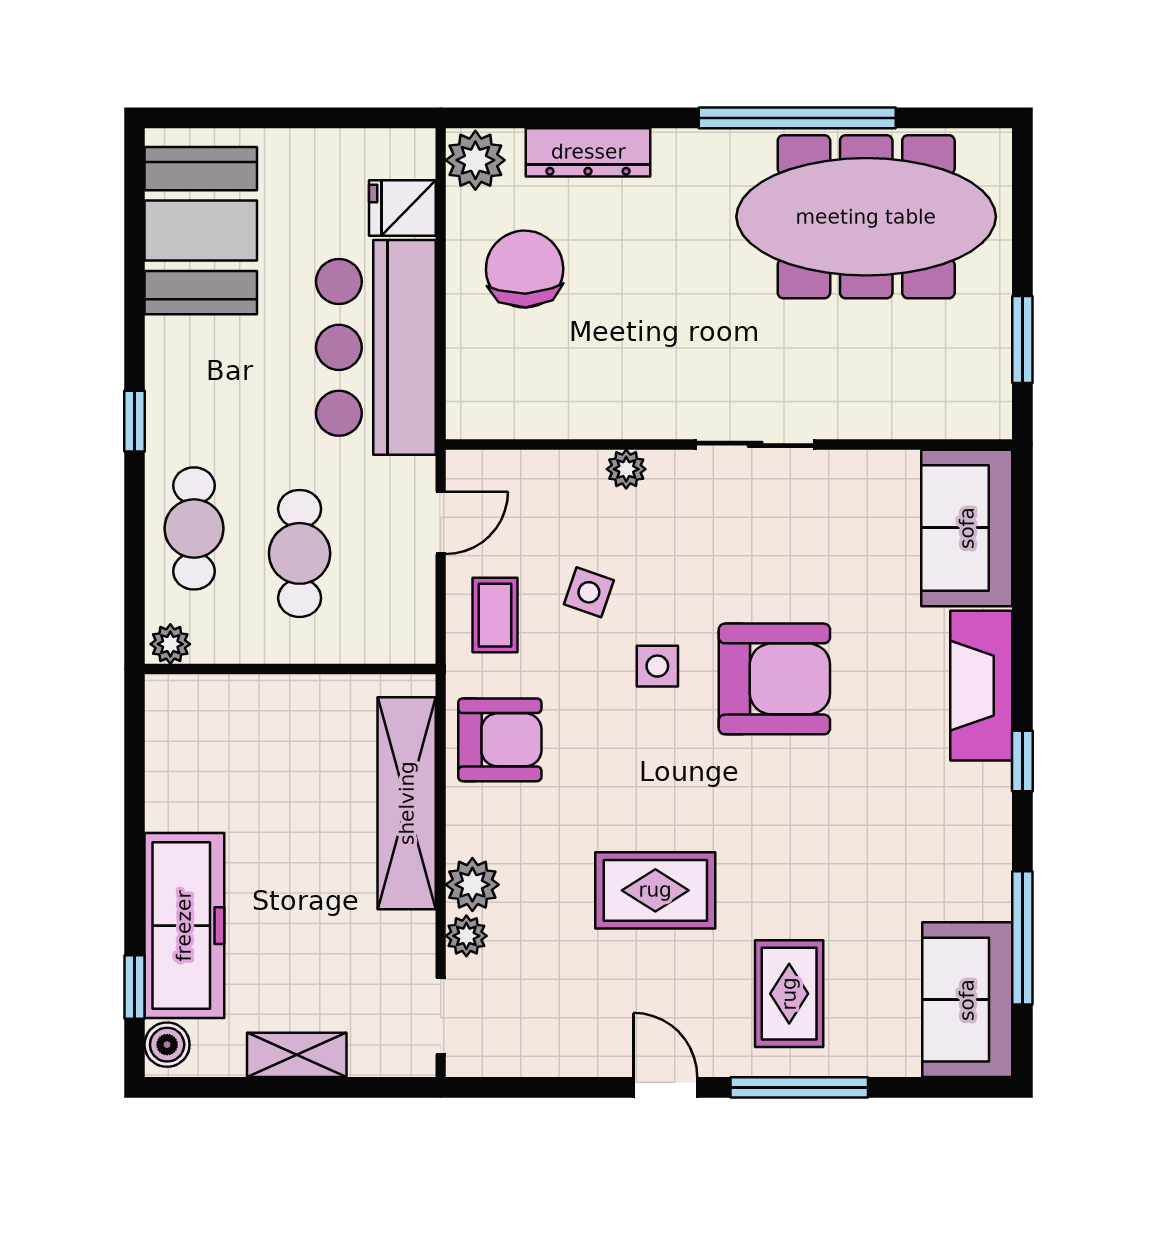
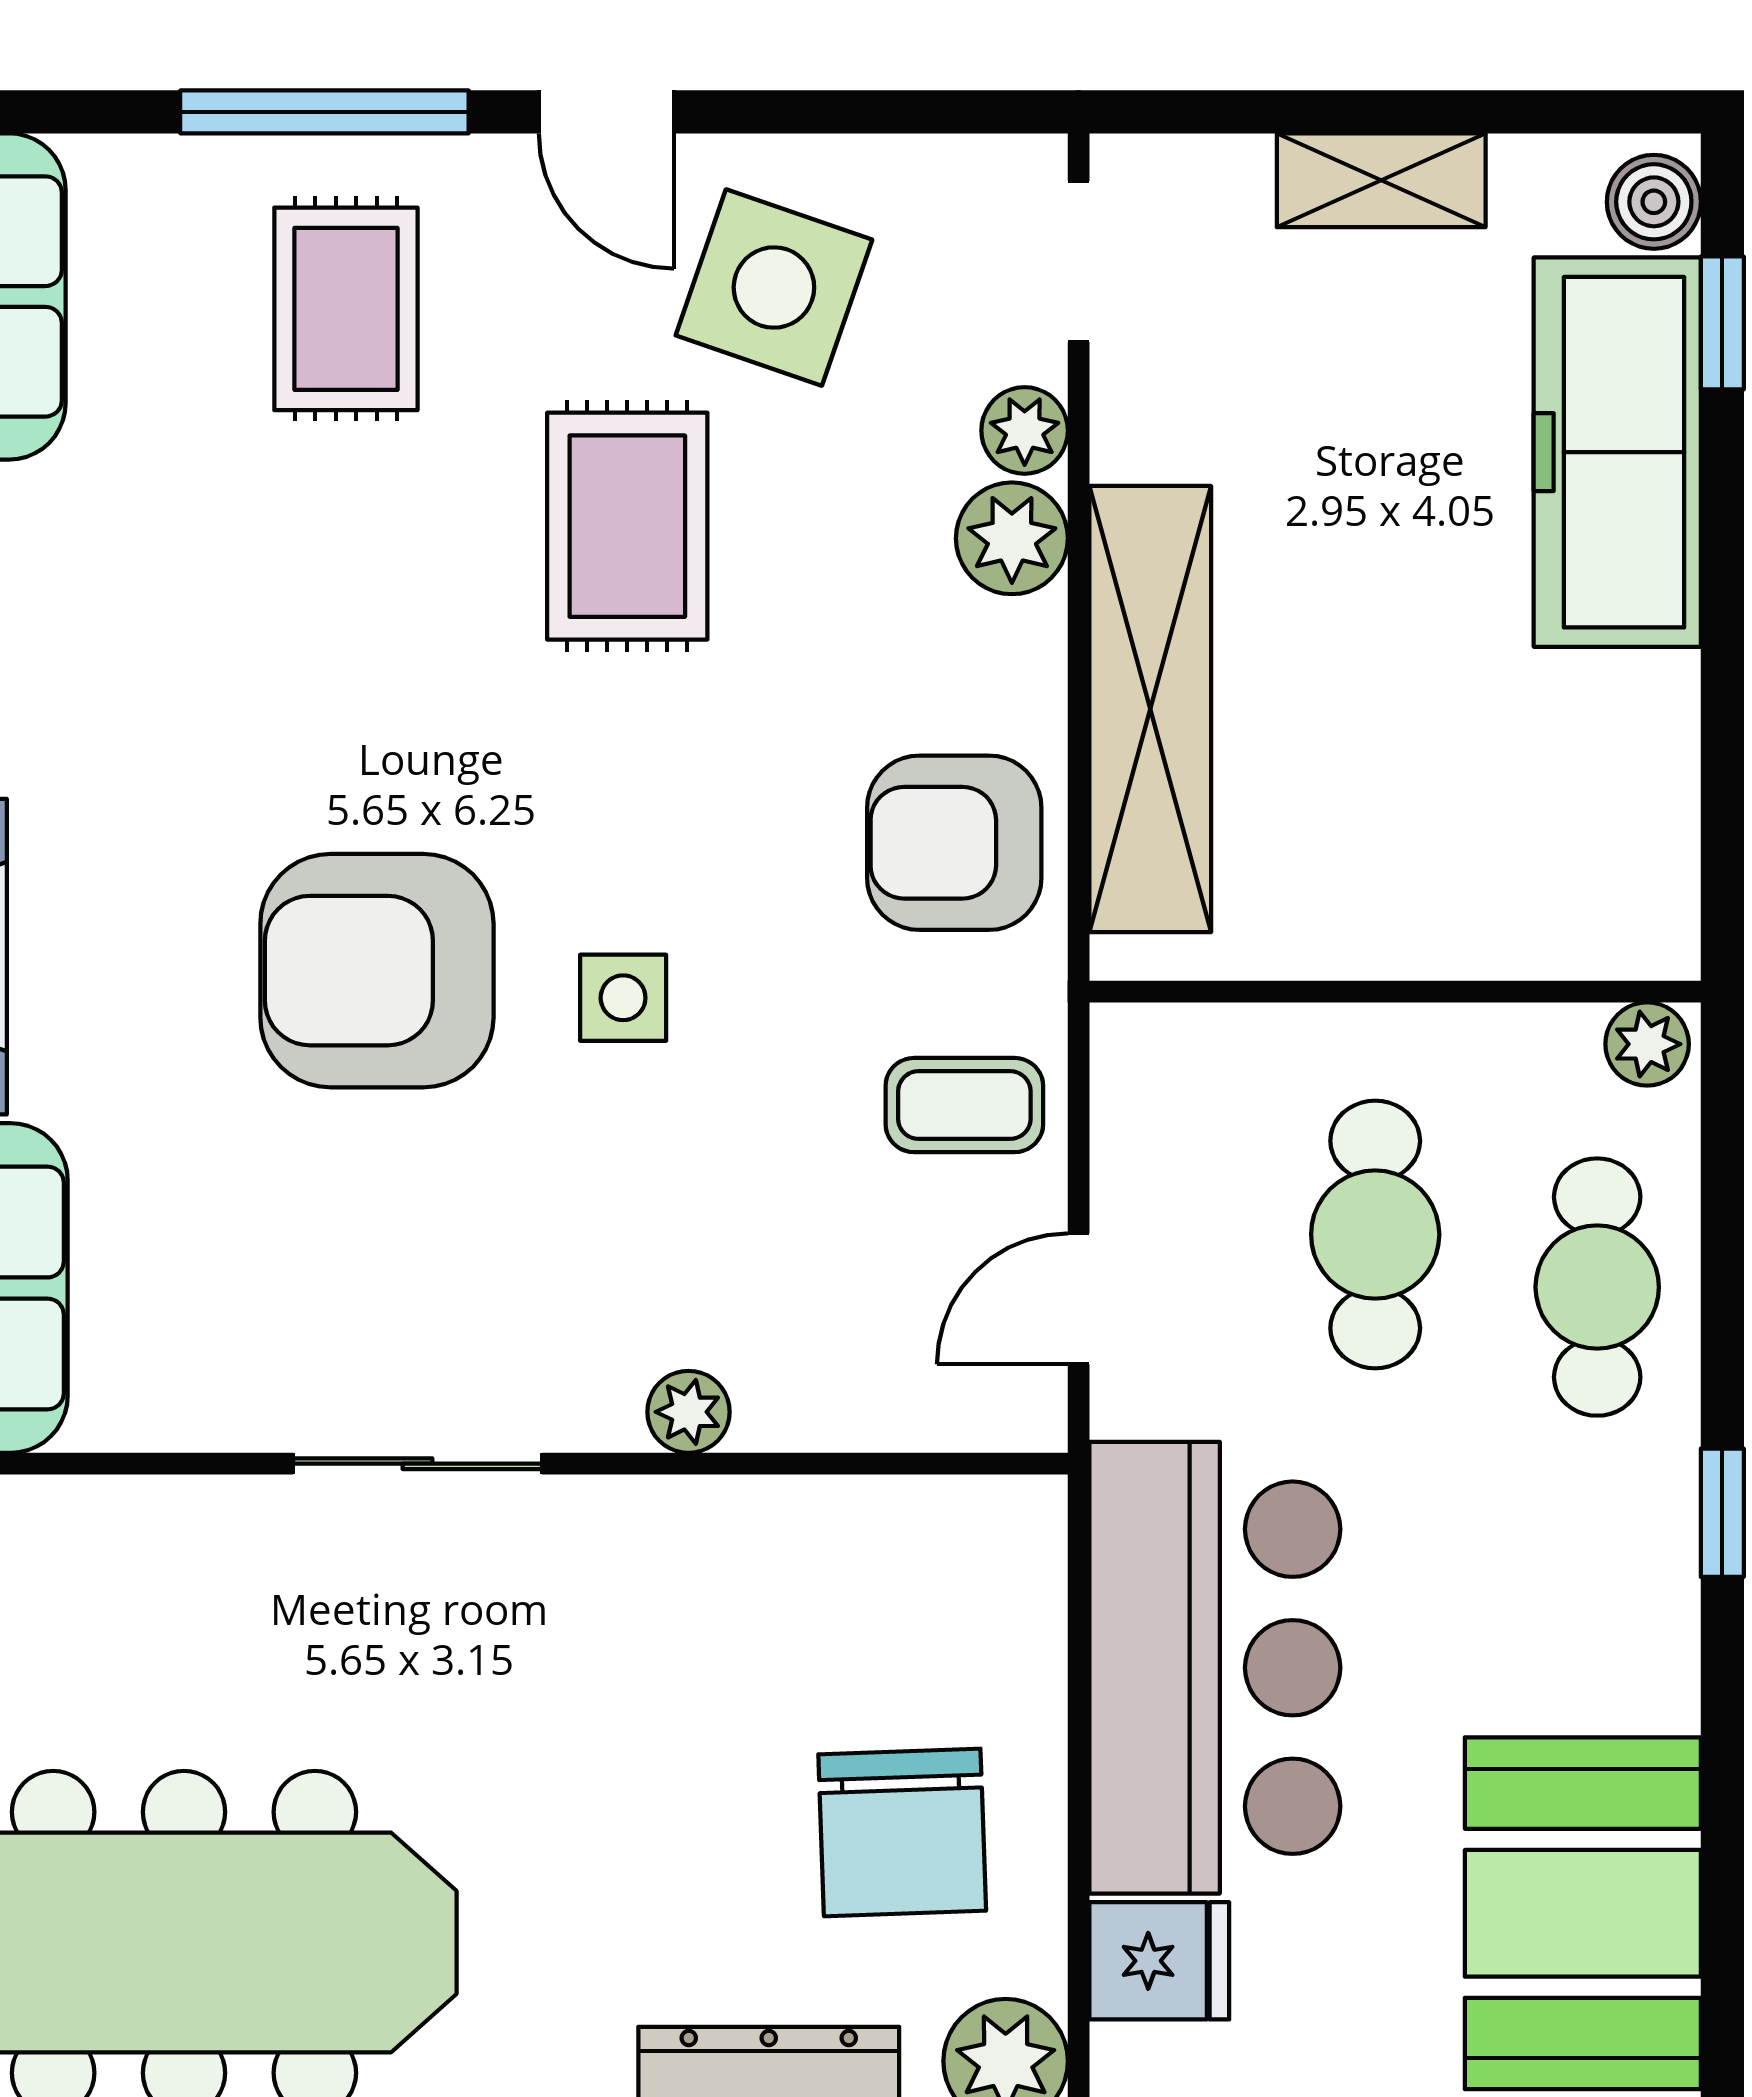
side table: (589, 592) -> (774, 288), moved, width x1.87, depth x1.87
coffee table: (495, 615) -> (964, 1105), turned 90
rug: (655, 890) -> (627, 526), turned 90

